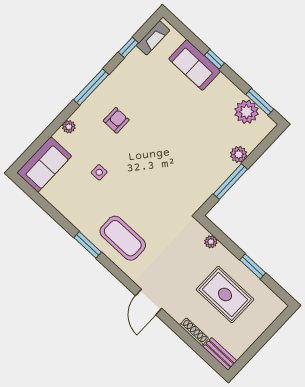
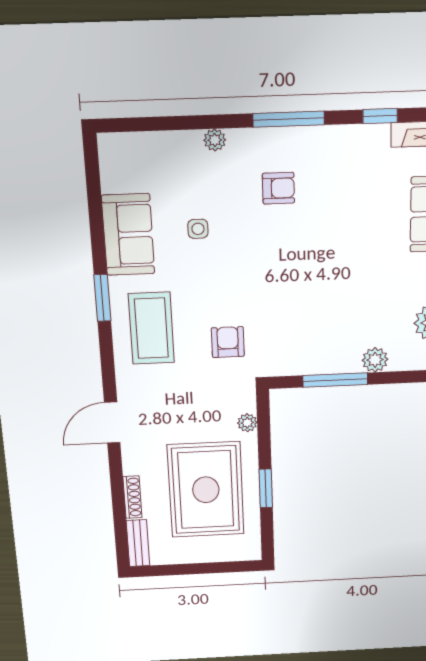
sofa: (44, 164) -> (128, 235), moved, turned -90
armchair: (163, 211) -> (228, 342), added
rug: (225, 294) -> (206, 490), width x1.37, depth x1.44

